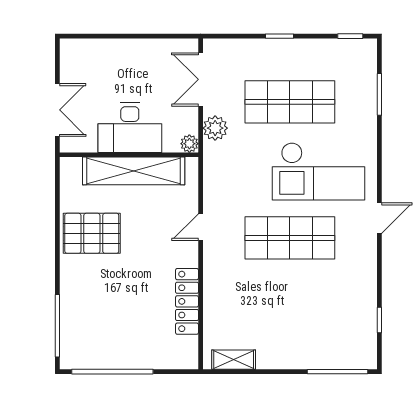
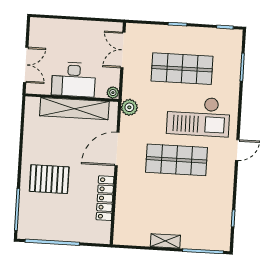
plant: (215, 128) -> (129, 107), moved
door: (201, 227) -> (117, 149), width x1.87
pallet: (92, 233) -> (49, 179), moved
shelving: (234, 360) -> (165, 241), moved

